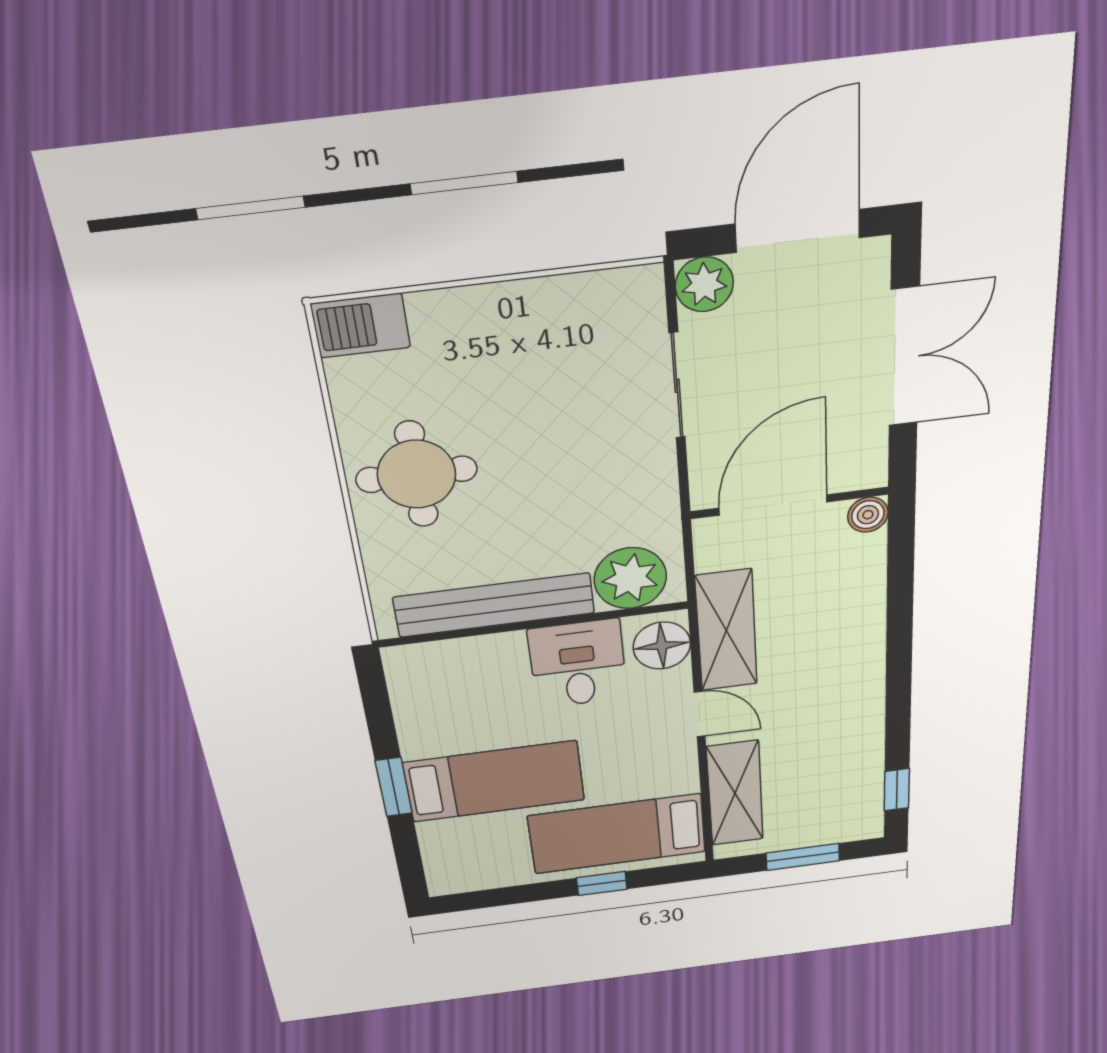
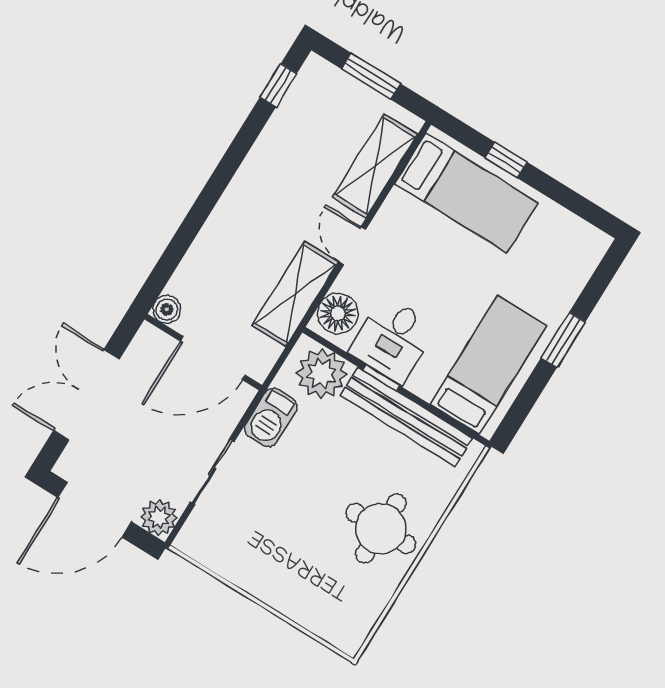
barbecue: (361, 326) -> (271, 418), moved, turned 90
window: (557, 621) -> (382, 378), added
bed: (494, 781) -> (488, 365), moved, turned 90

